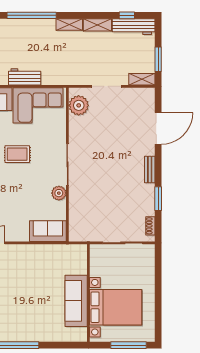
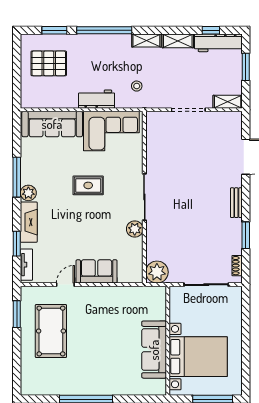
window: (158, 59) -> (246, 67), moved
stool: (61, 65) -> (137, 86), added
plant: (79, 105) -> (157, 272), moved
sofa: (48, 231) -> (97, 271), moved

